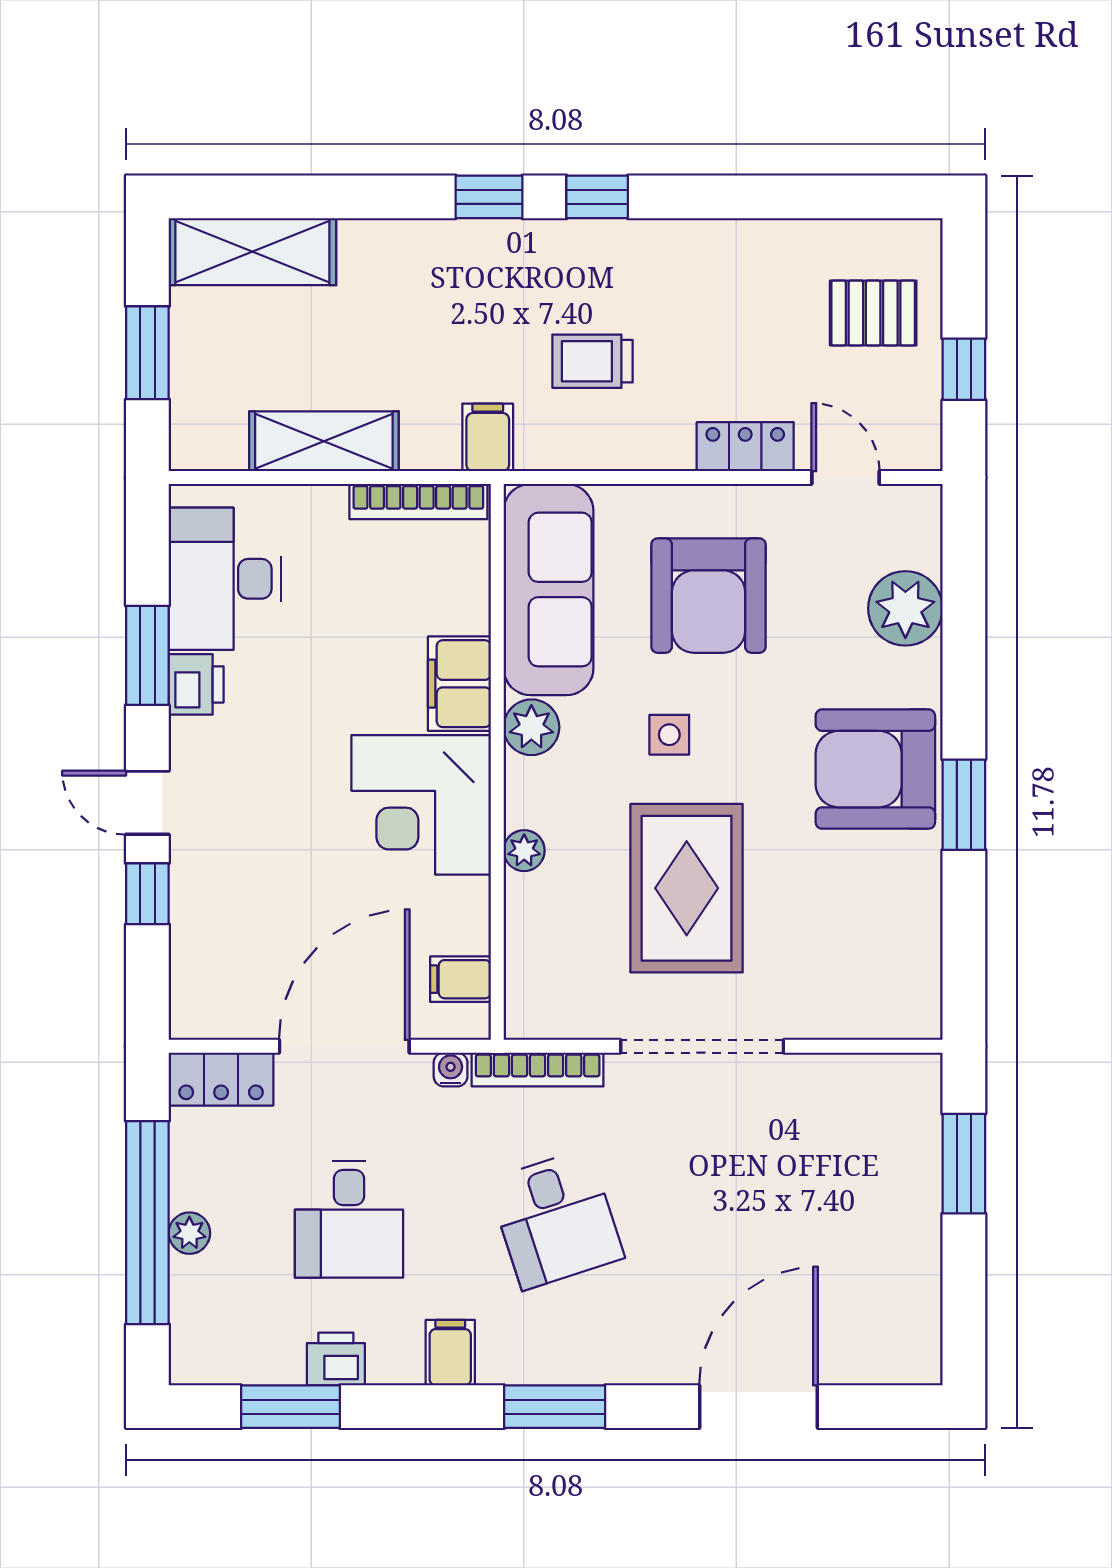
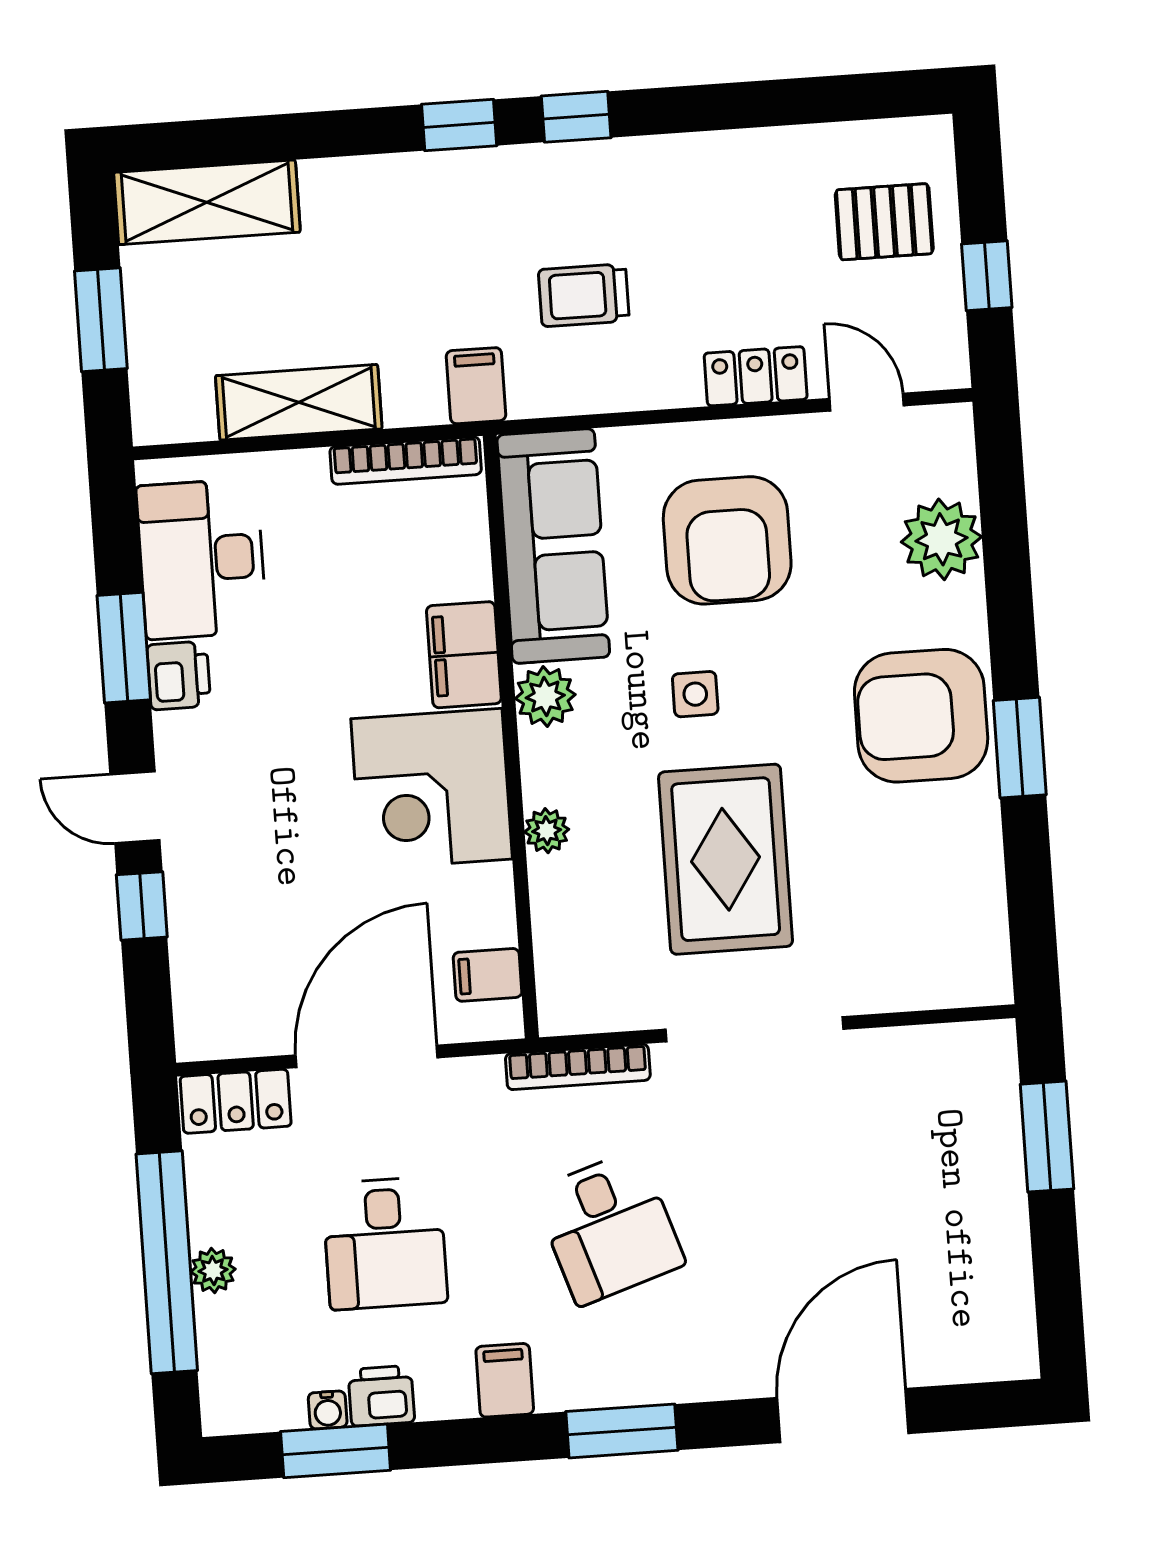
water cooler: (451, 1070) -> (328, 1410), moved, turned 180

